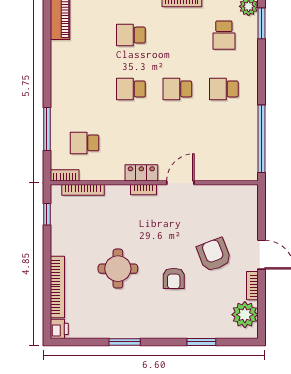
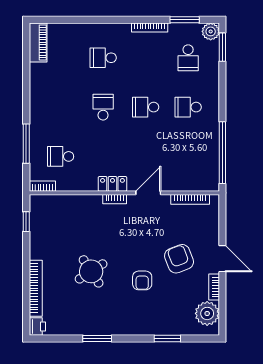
school desk: (131, 89) -> (103, 107), turned 90
bookcase: (83, 190) -> (190, 199), moved
round table: (118, 269) -> (91, 271), turned -33

